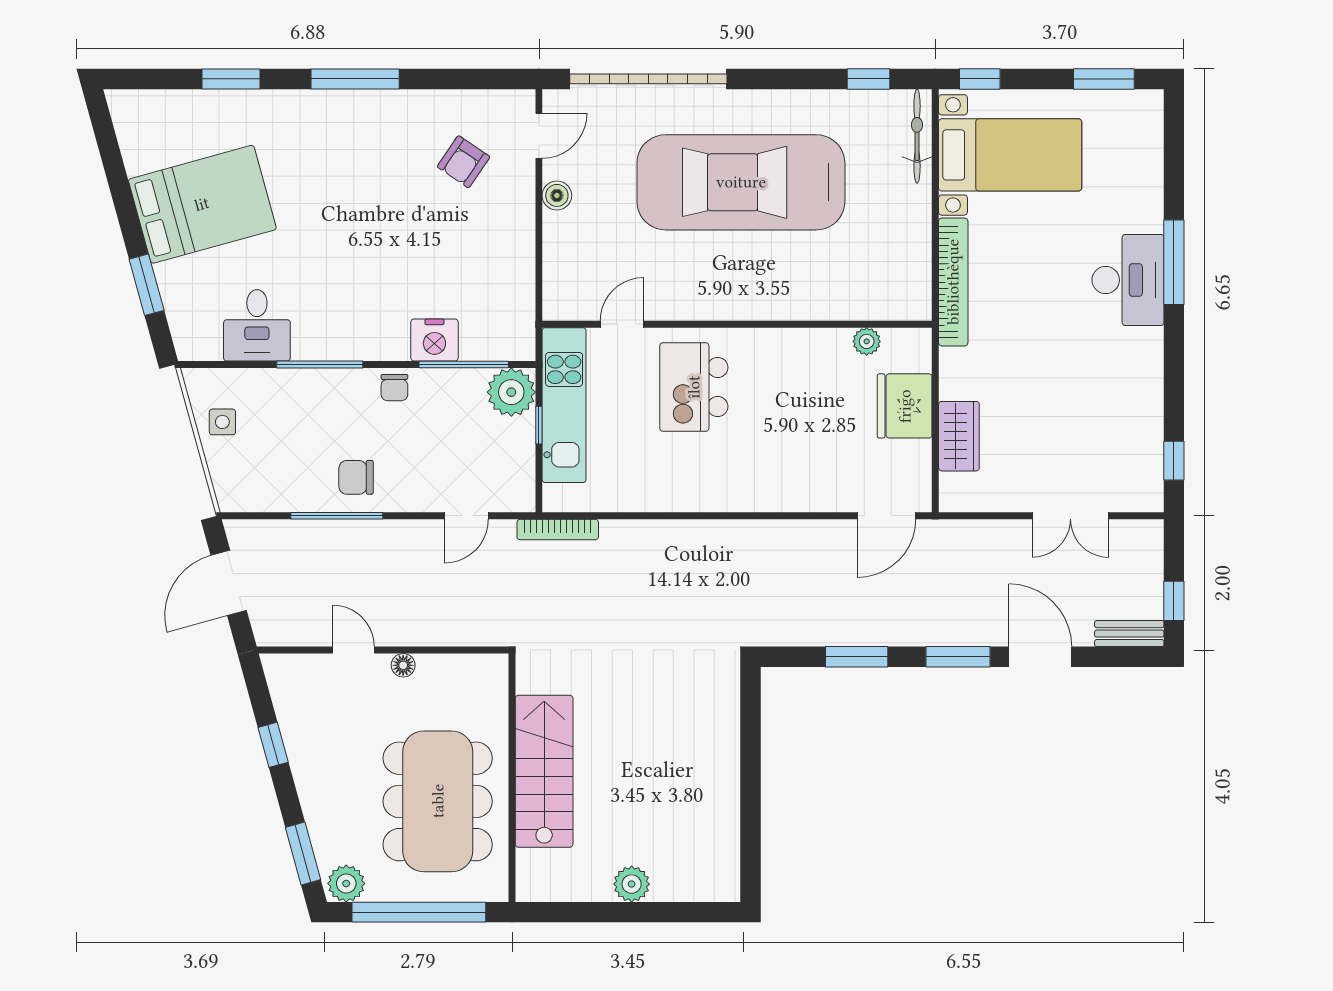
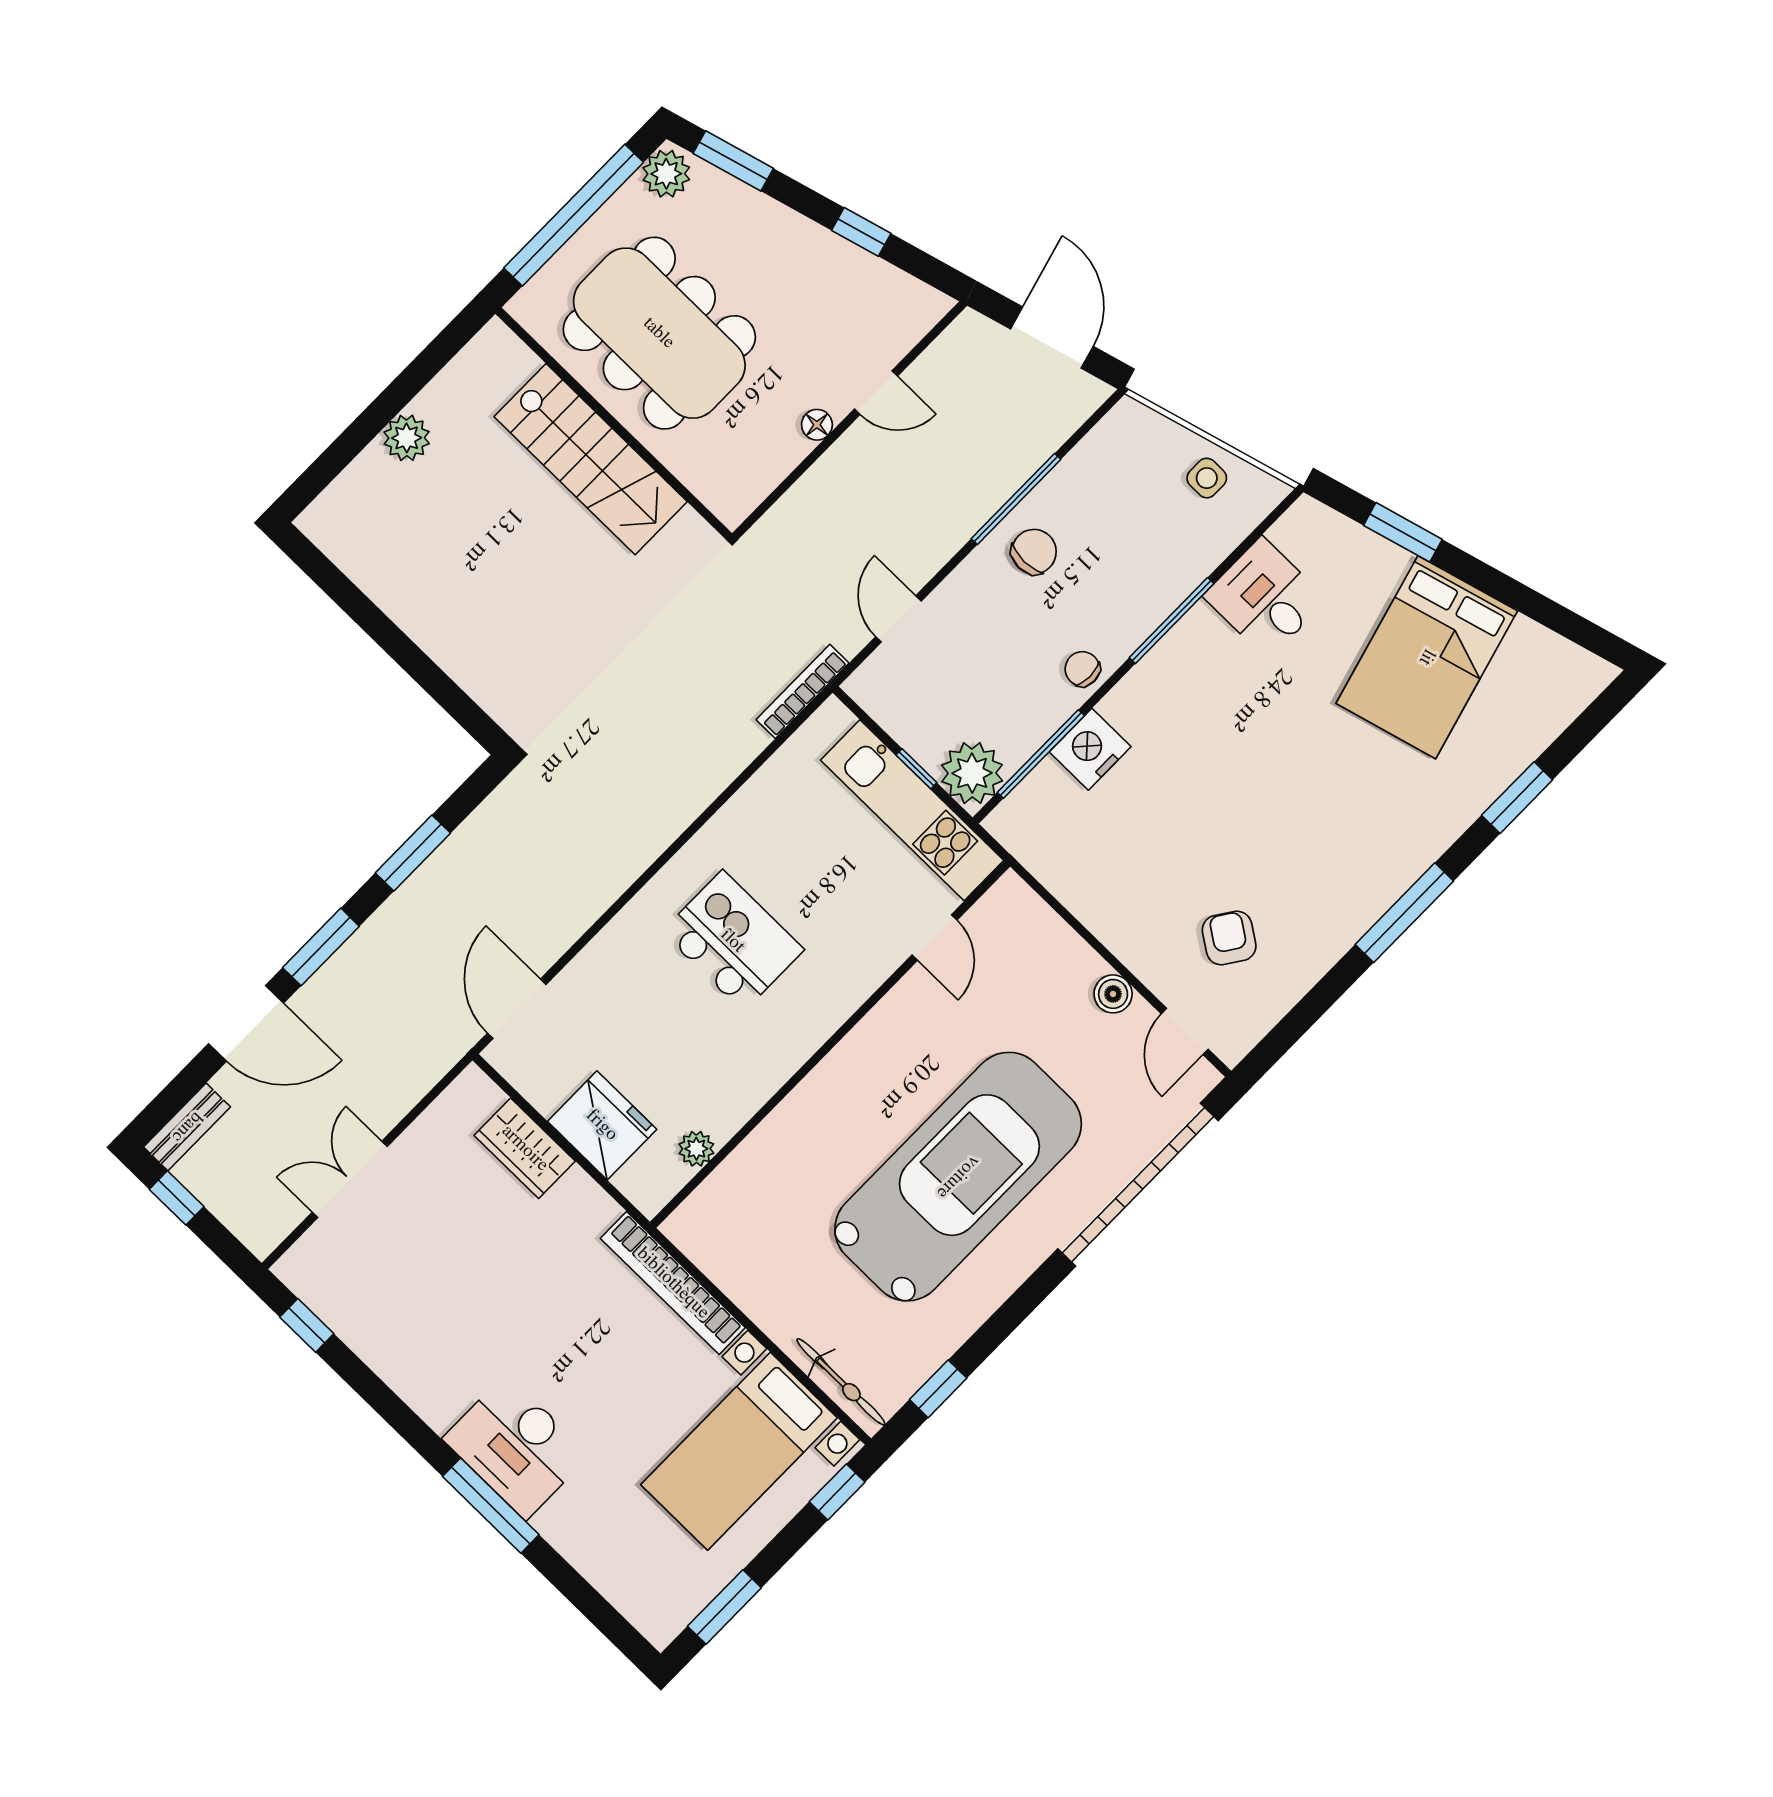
kitchen island: (694, 387) -> (733, 941), moved

